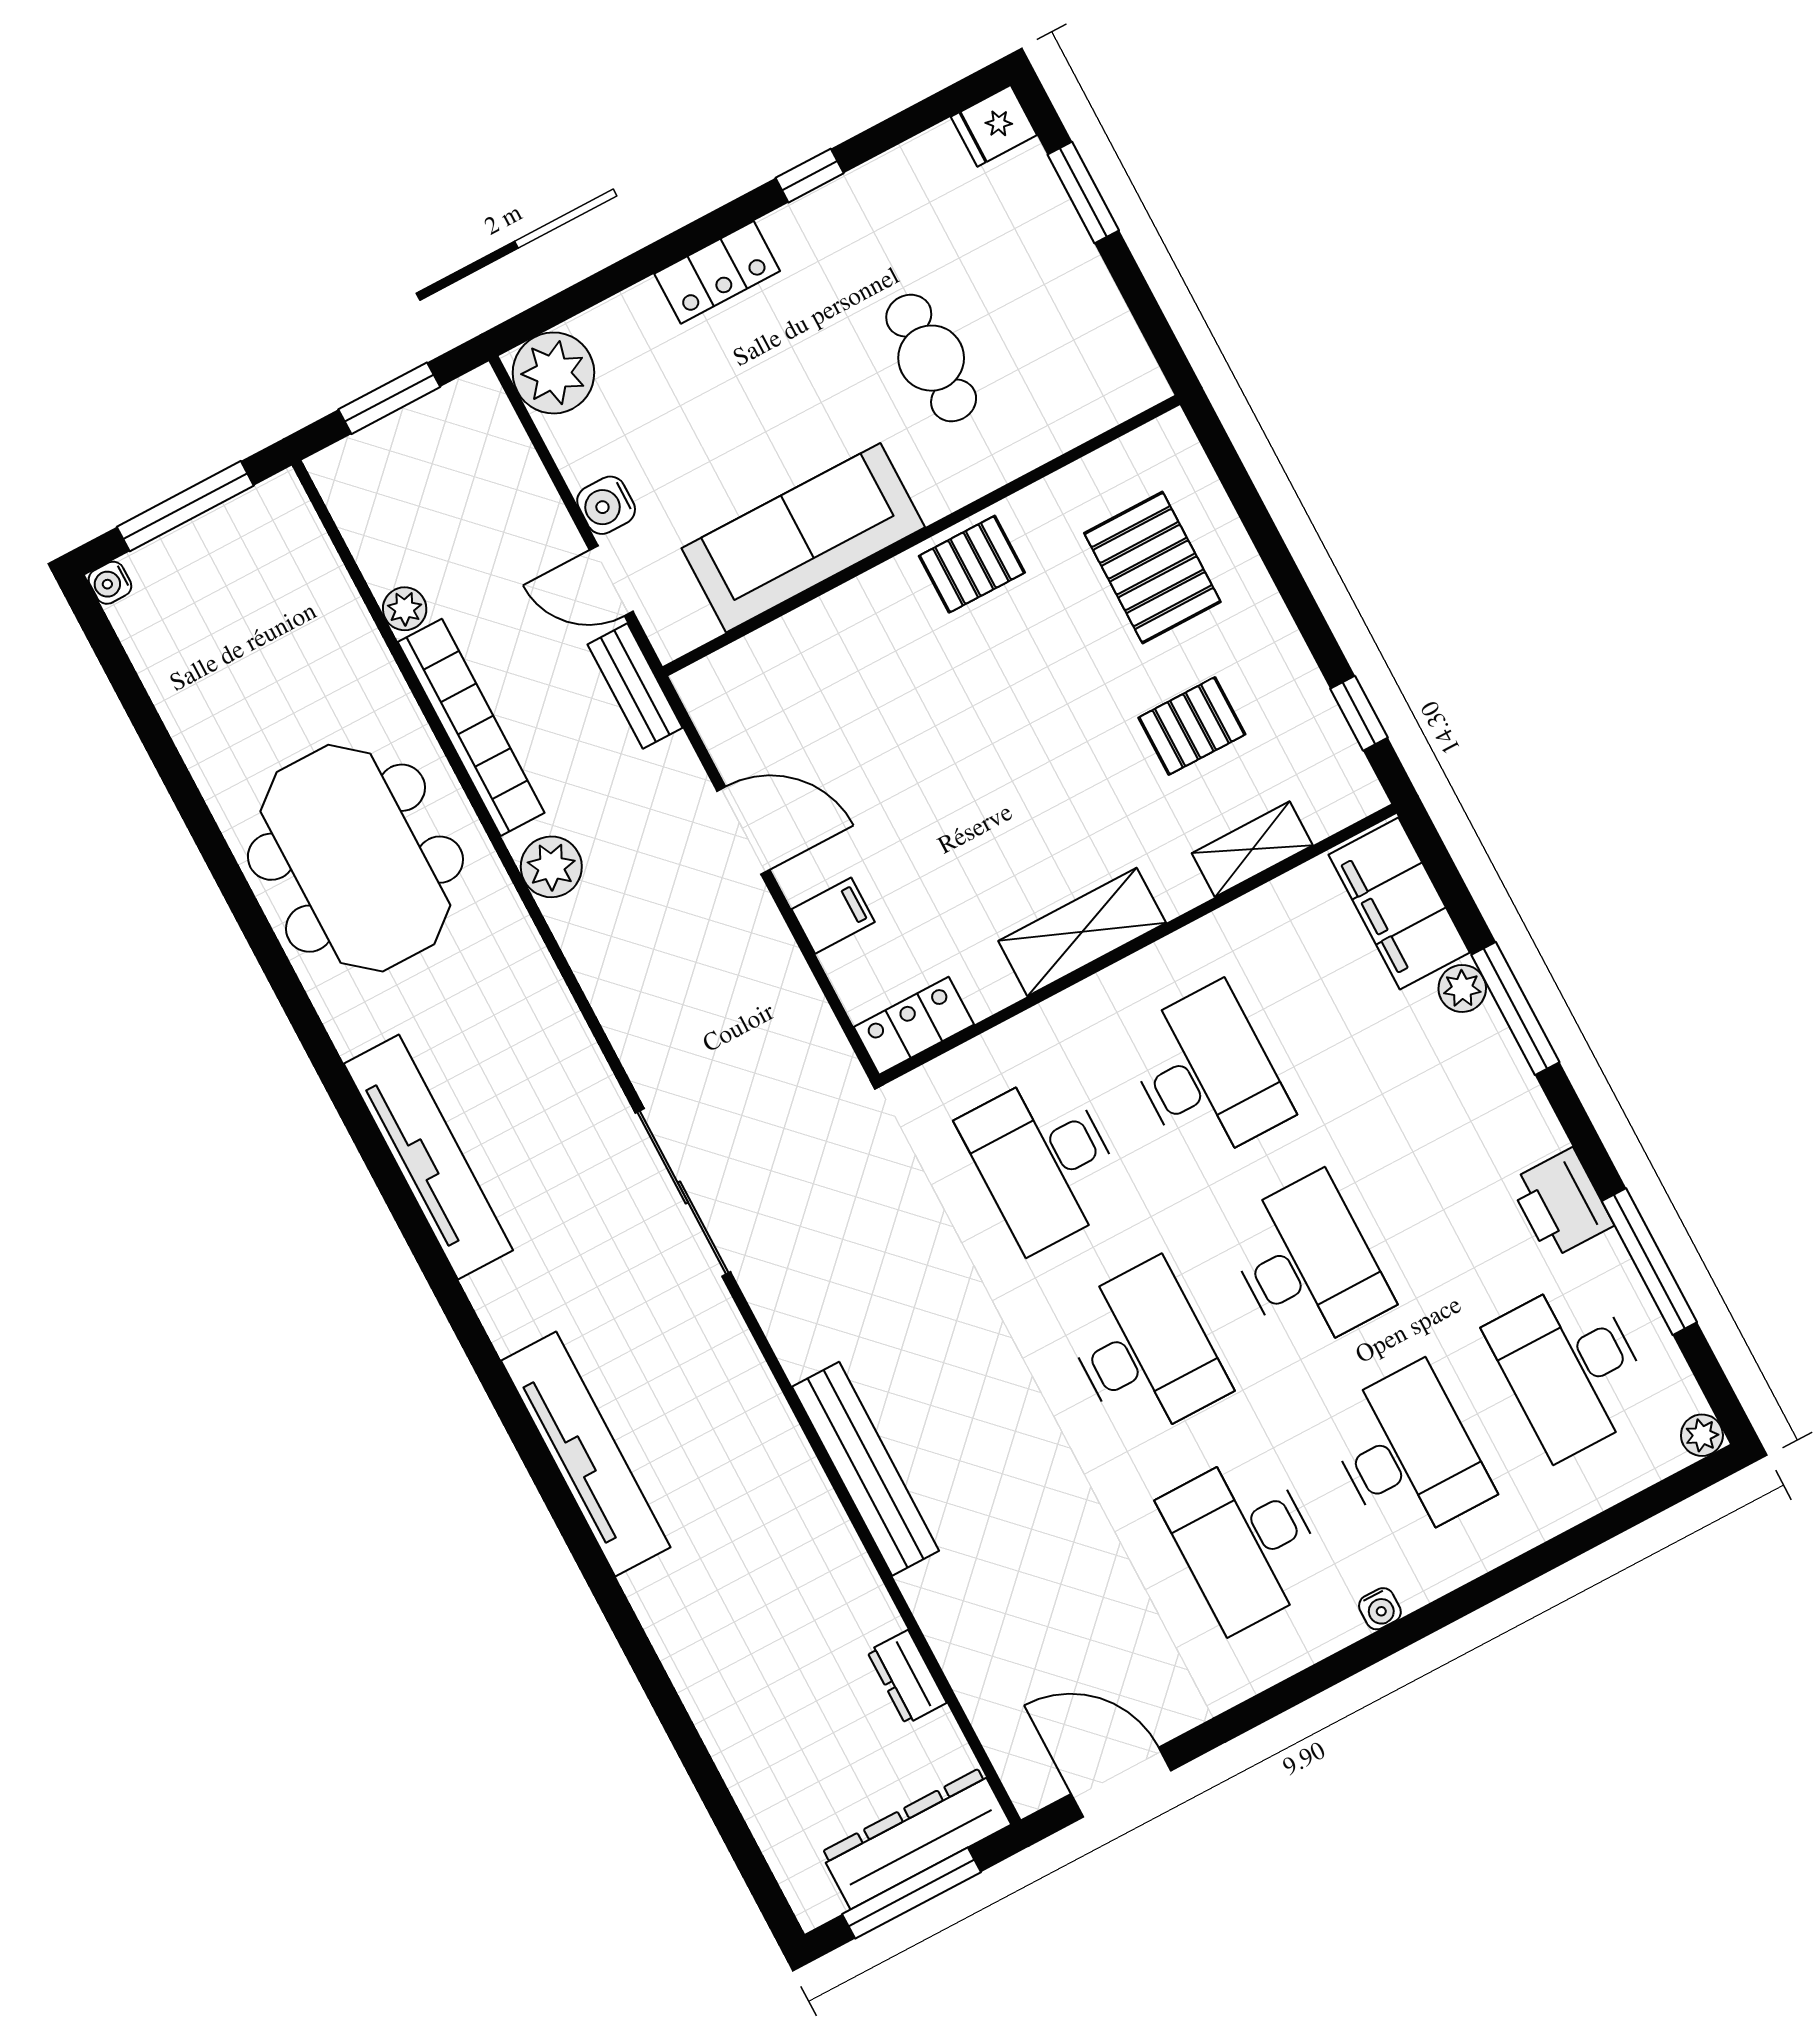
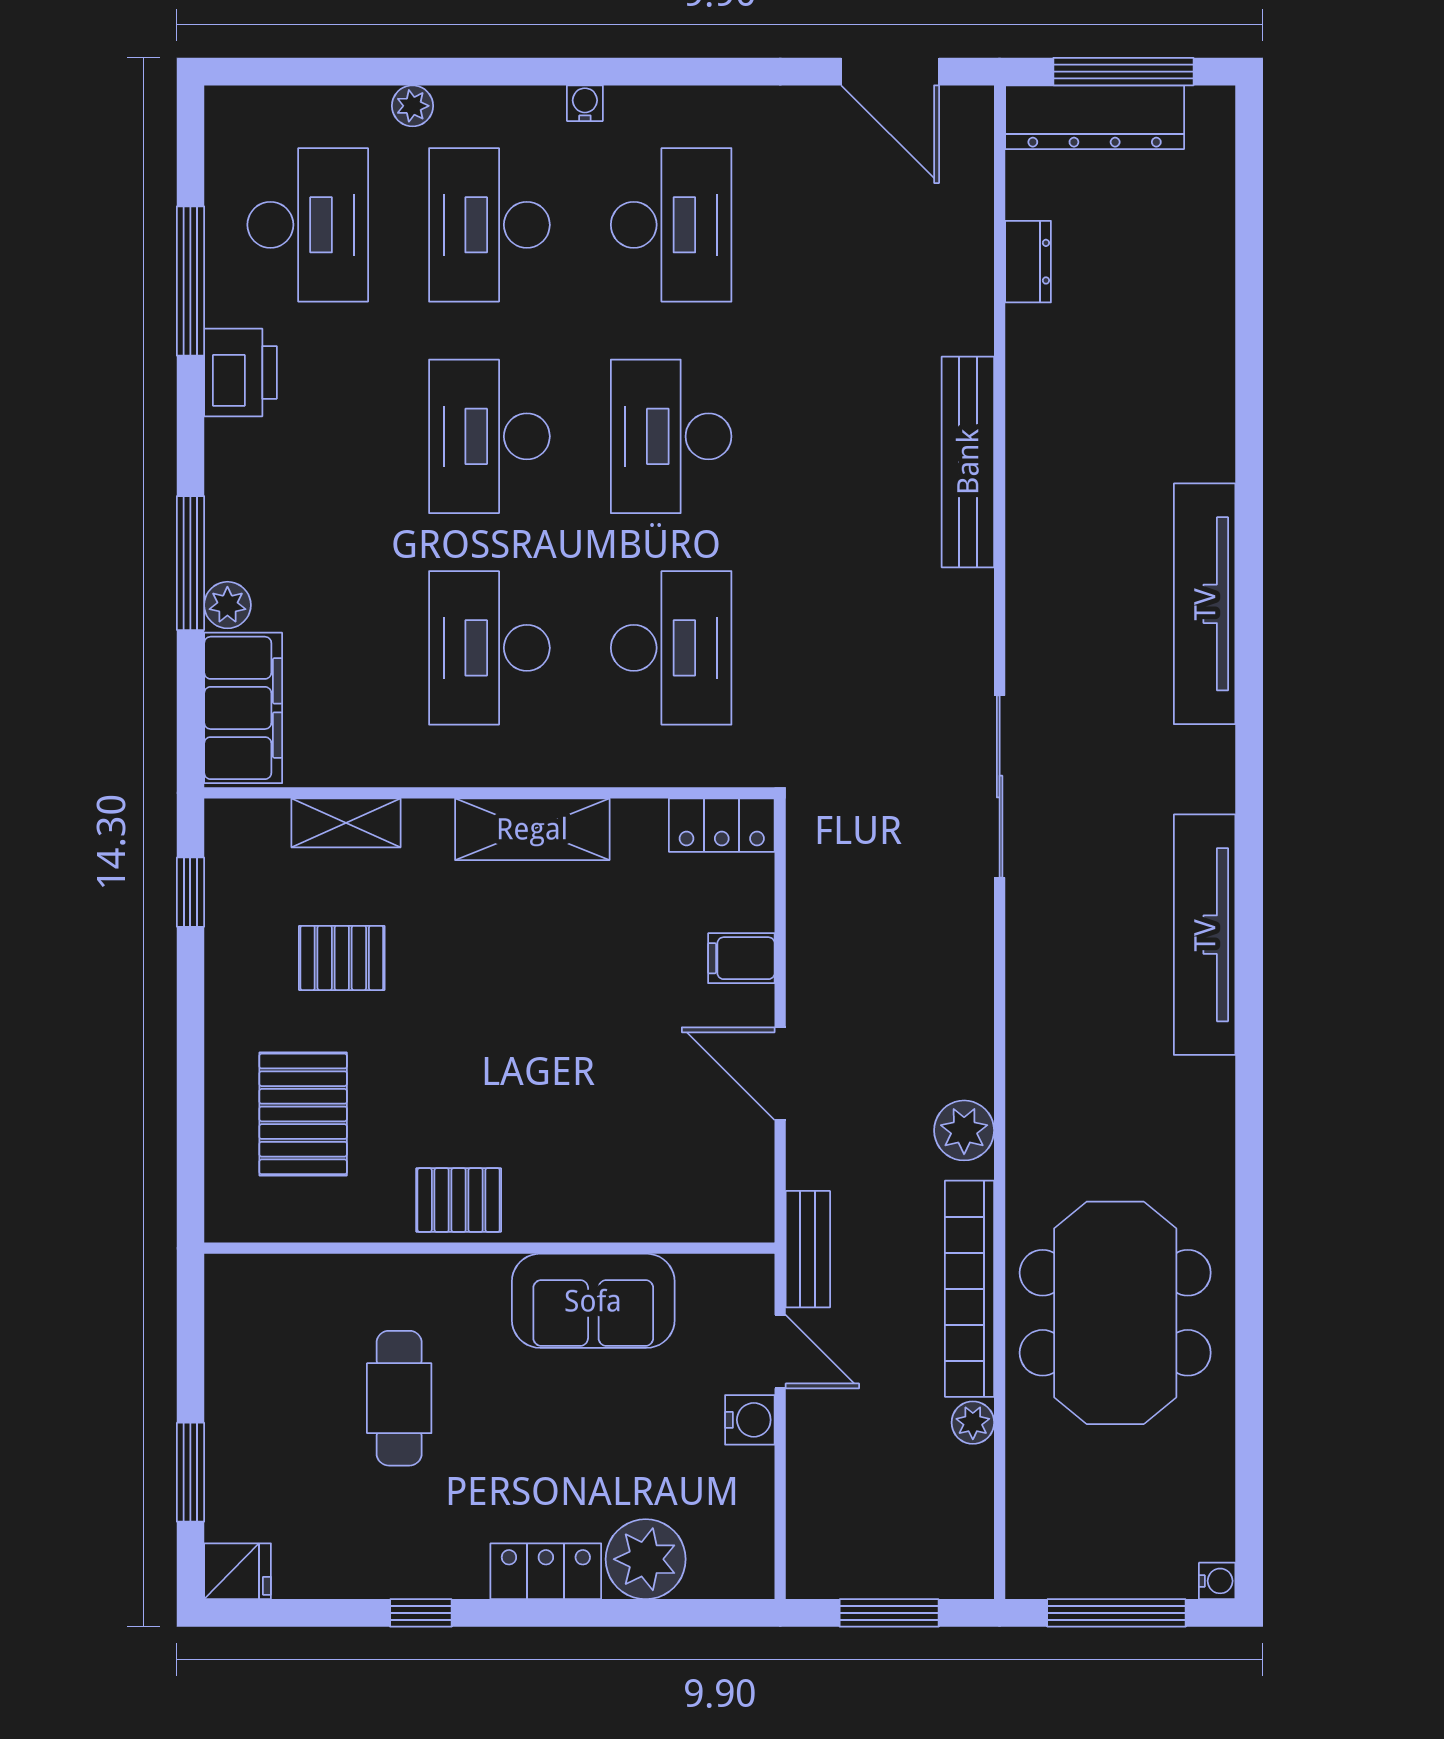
plant: (553, 373) -> (646, 1559), moved
sofa: (803, 538) -> (593, 1301), width x0.73
meeting table: (355, 858) -> (1115, 1313), moved
plant: (1702, 1435) -> (412, 106), moved

